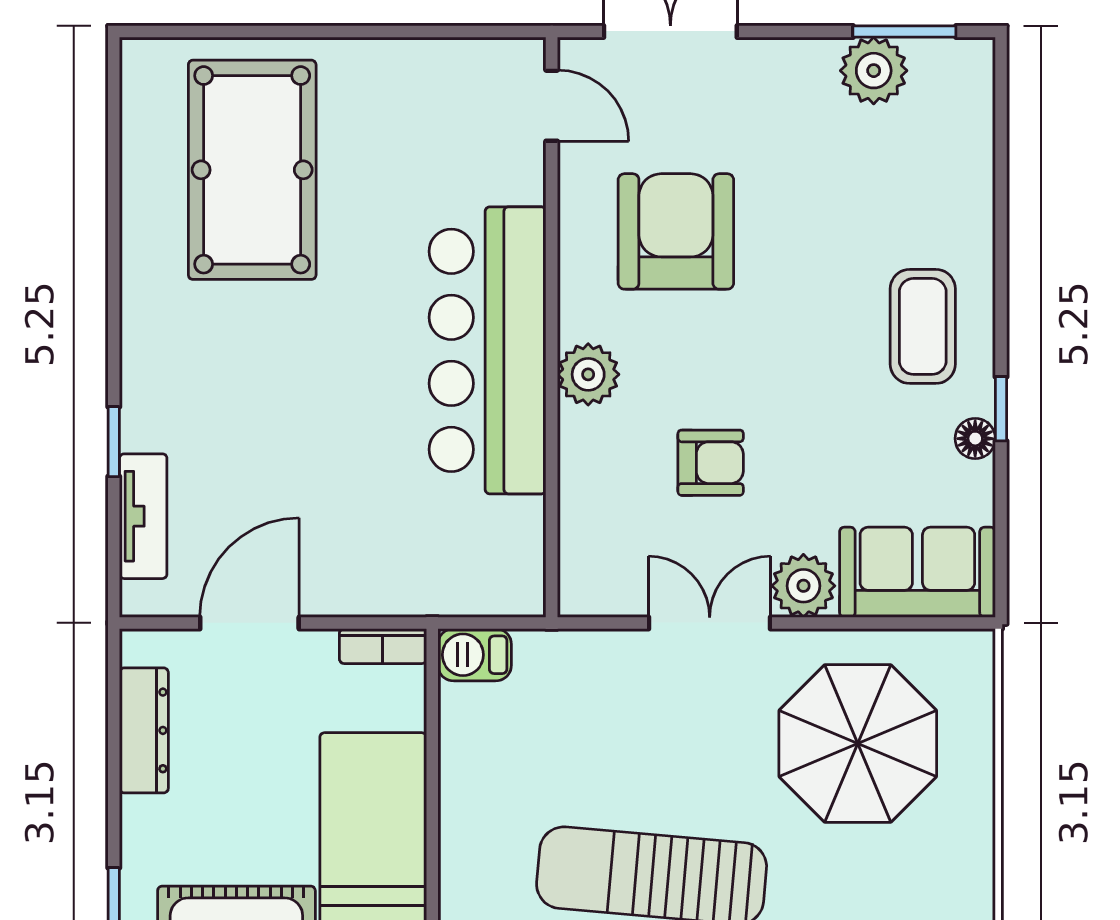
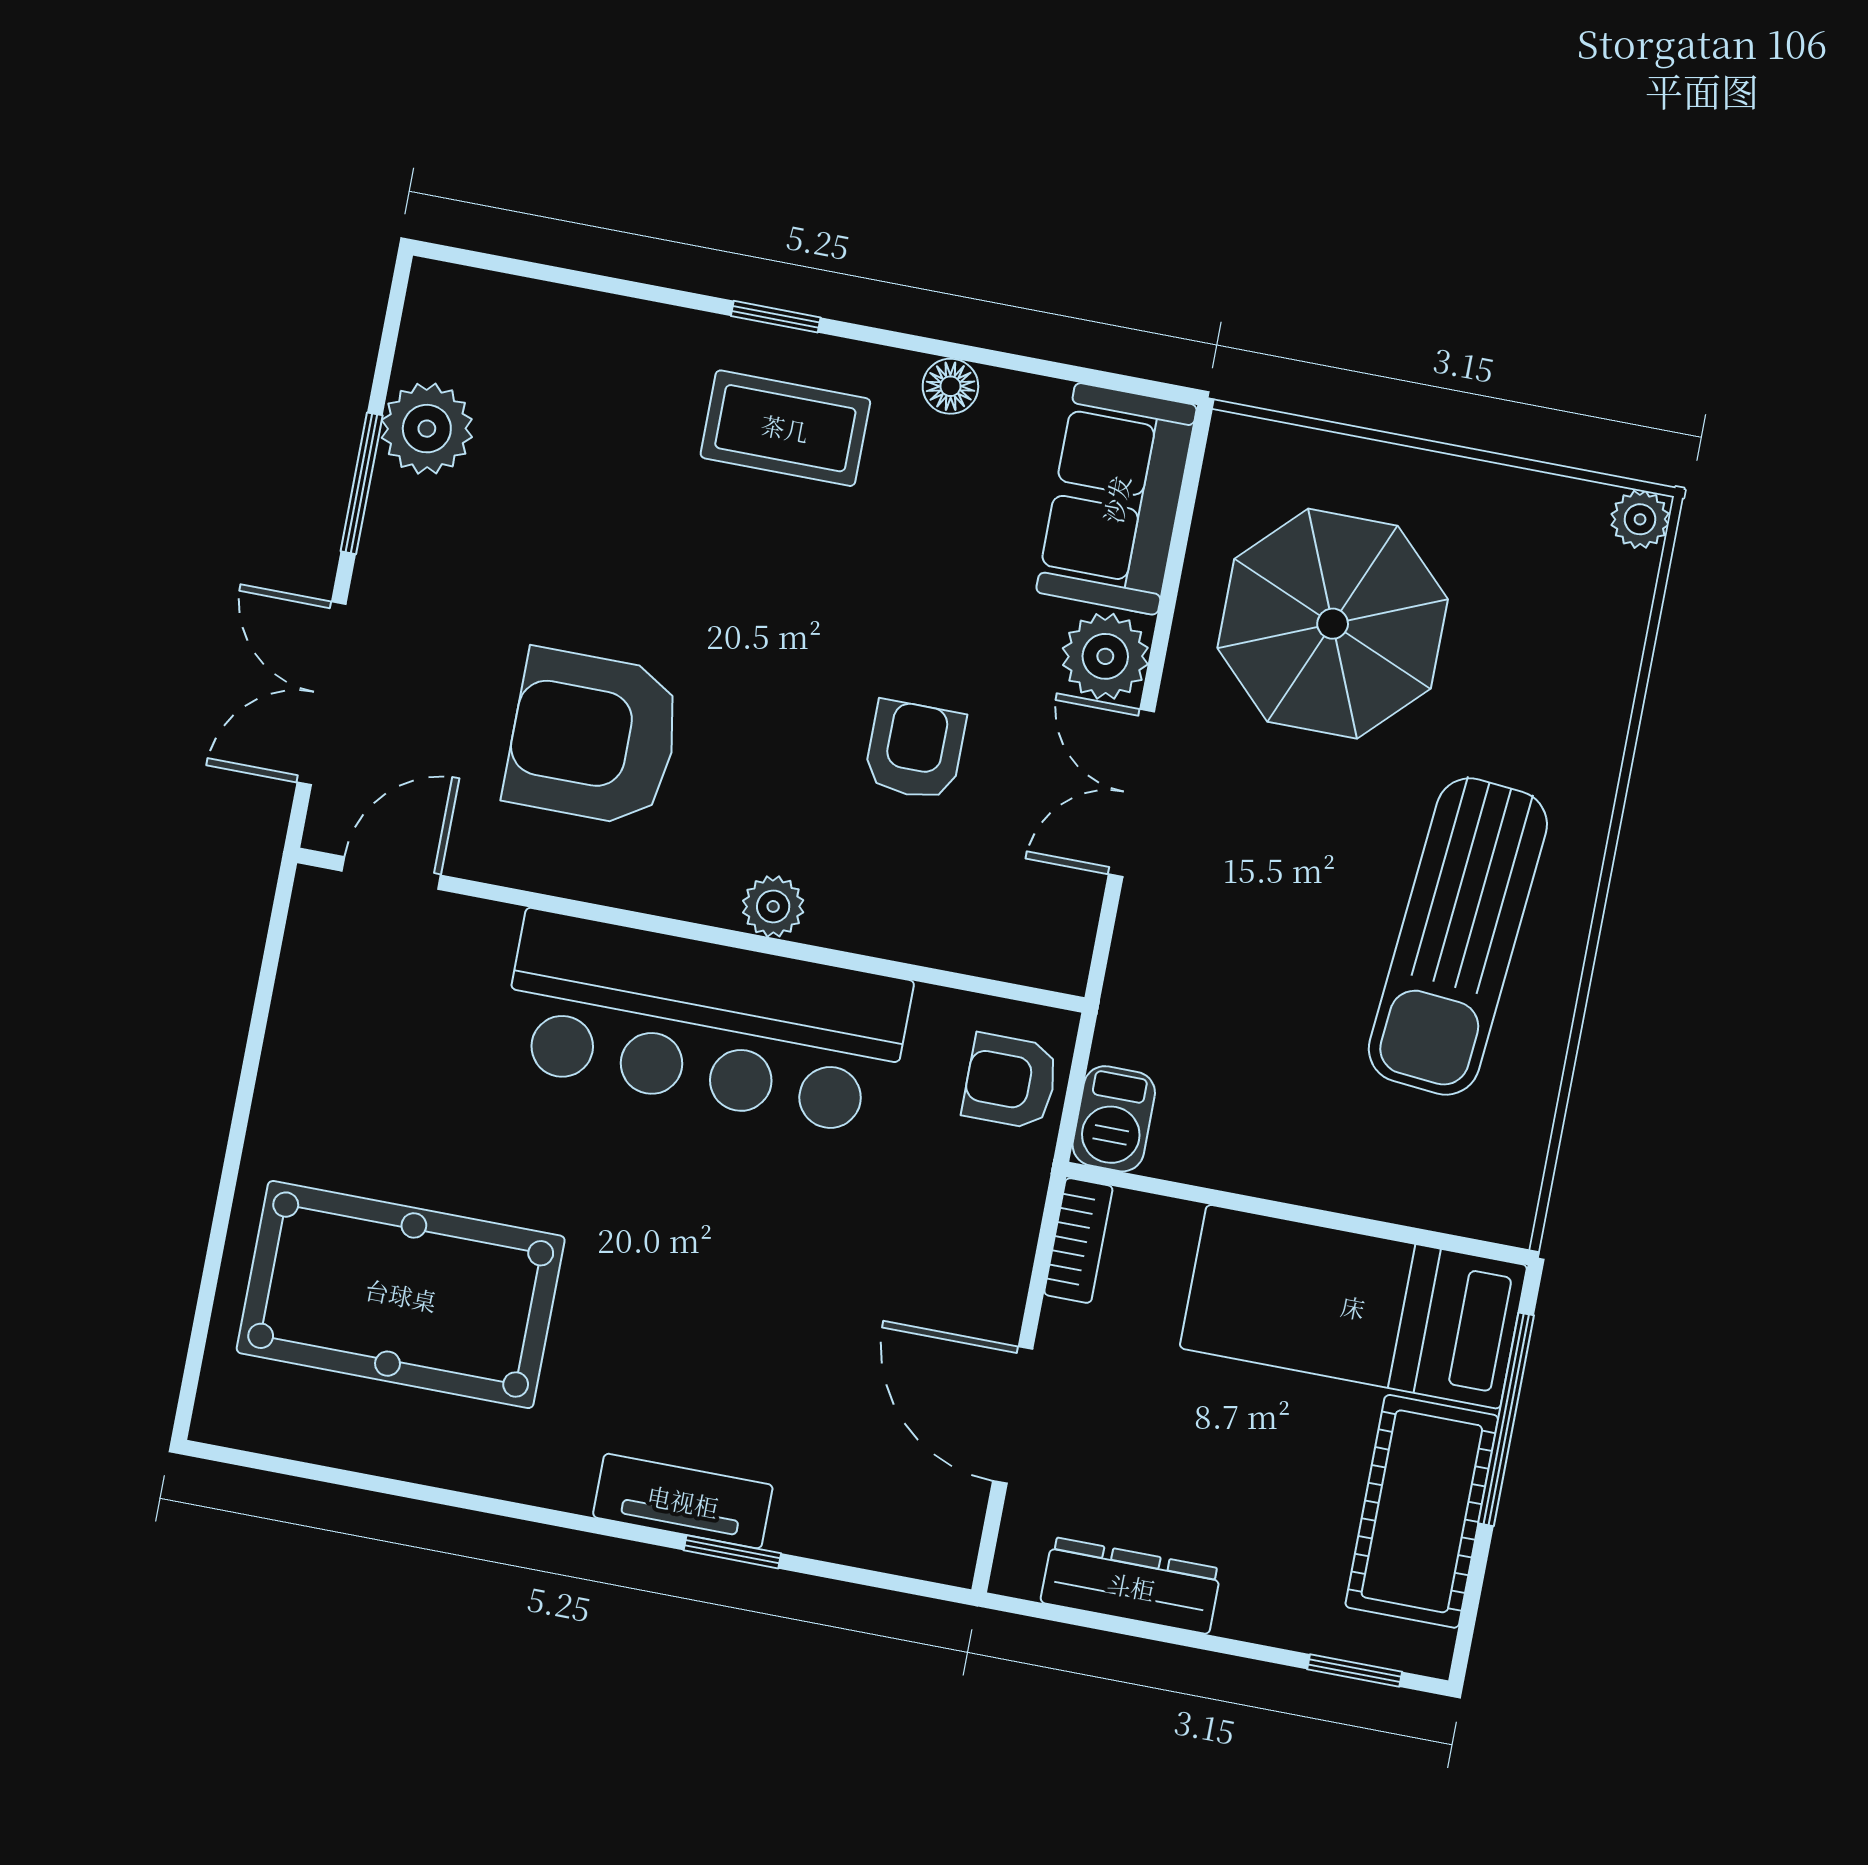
window: (904, 31) -> (362, 483), moved
plant: (588, 374) -> (773, 906), width x0.73, depth x0.73
window: (1001, 409) -> (776, 317), moved
tv unit: (143, 516) -> (683, 1501), moved
armchair: (487, 576) -> (1010, 1081), added

